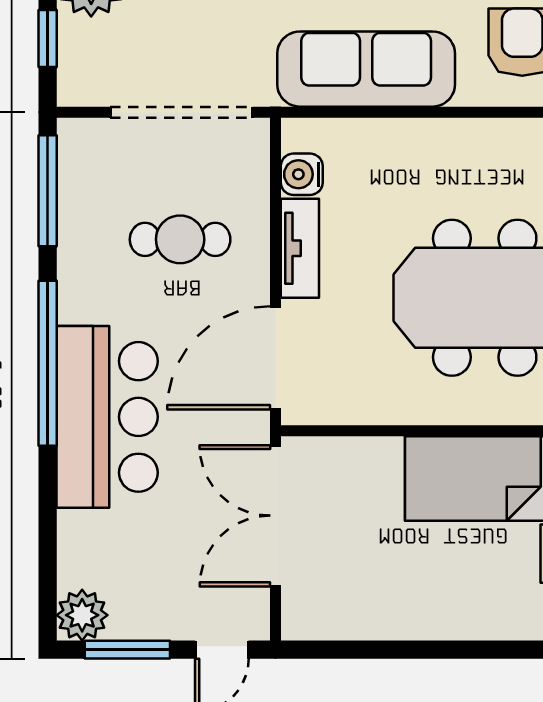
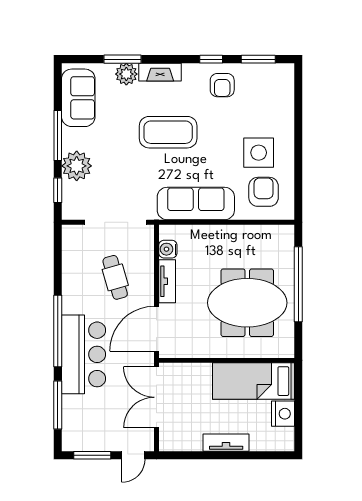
window: (48, 191) -> (58, 405), moved
cafe table: (180, 239) -> (115, 277), turned 74
plant: (82, 615) -> (73, 440), removed
tv unit: (436, 621) -> (226, 443), added

